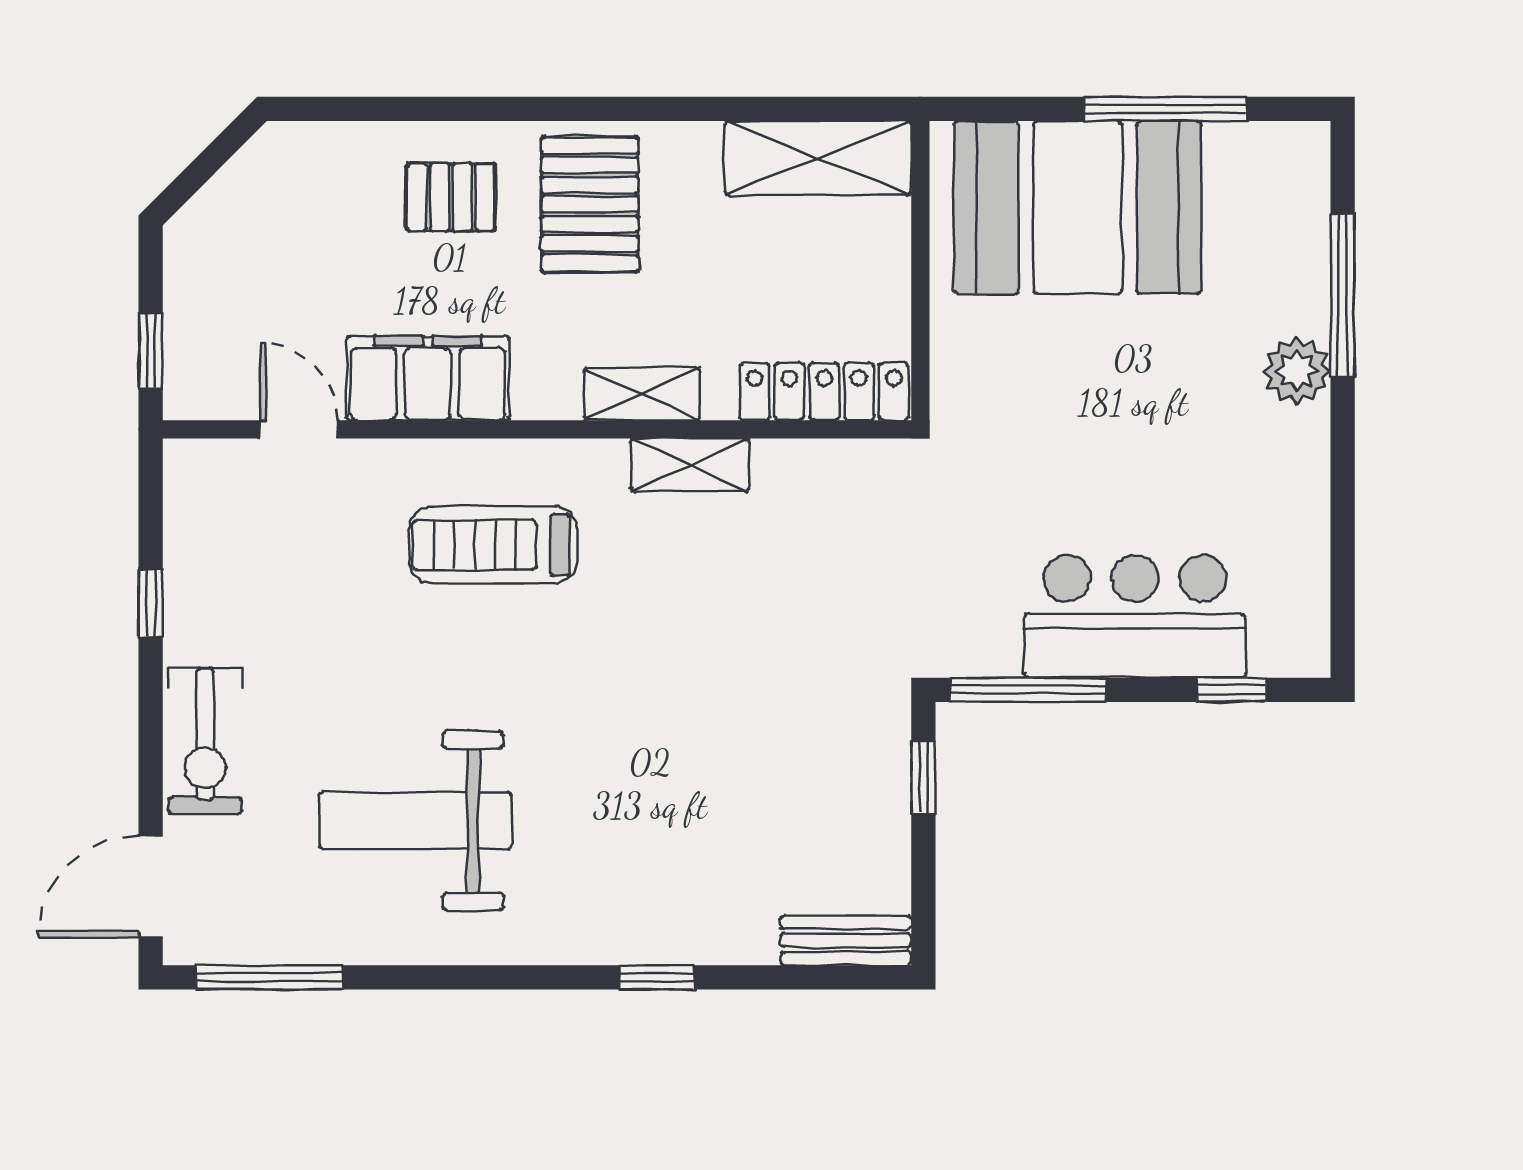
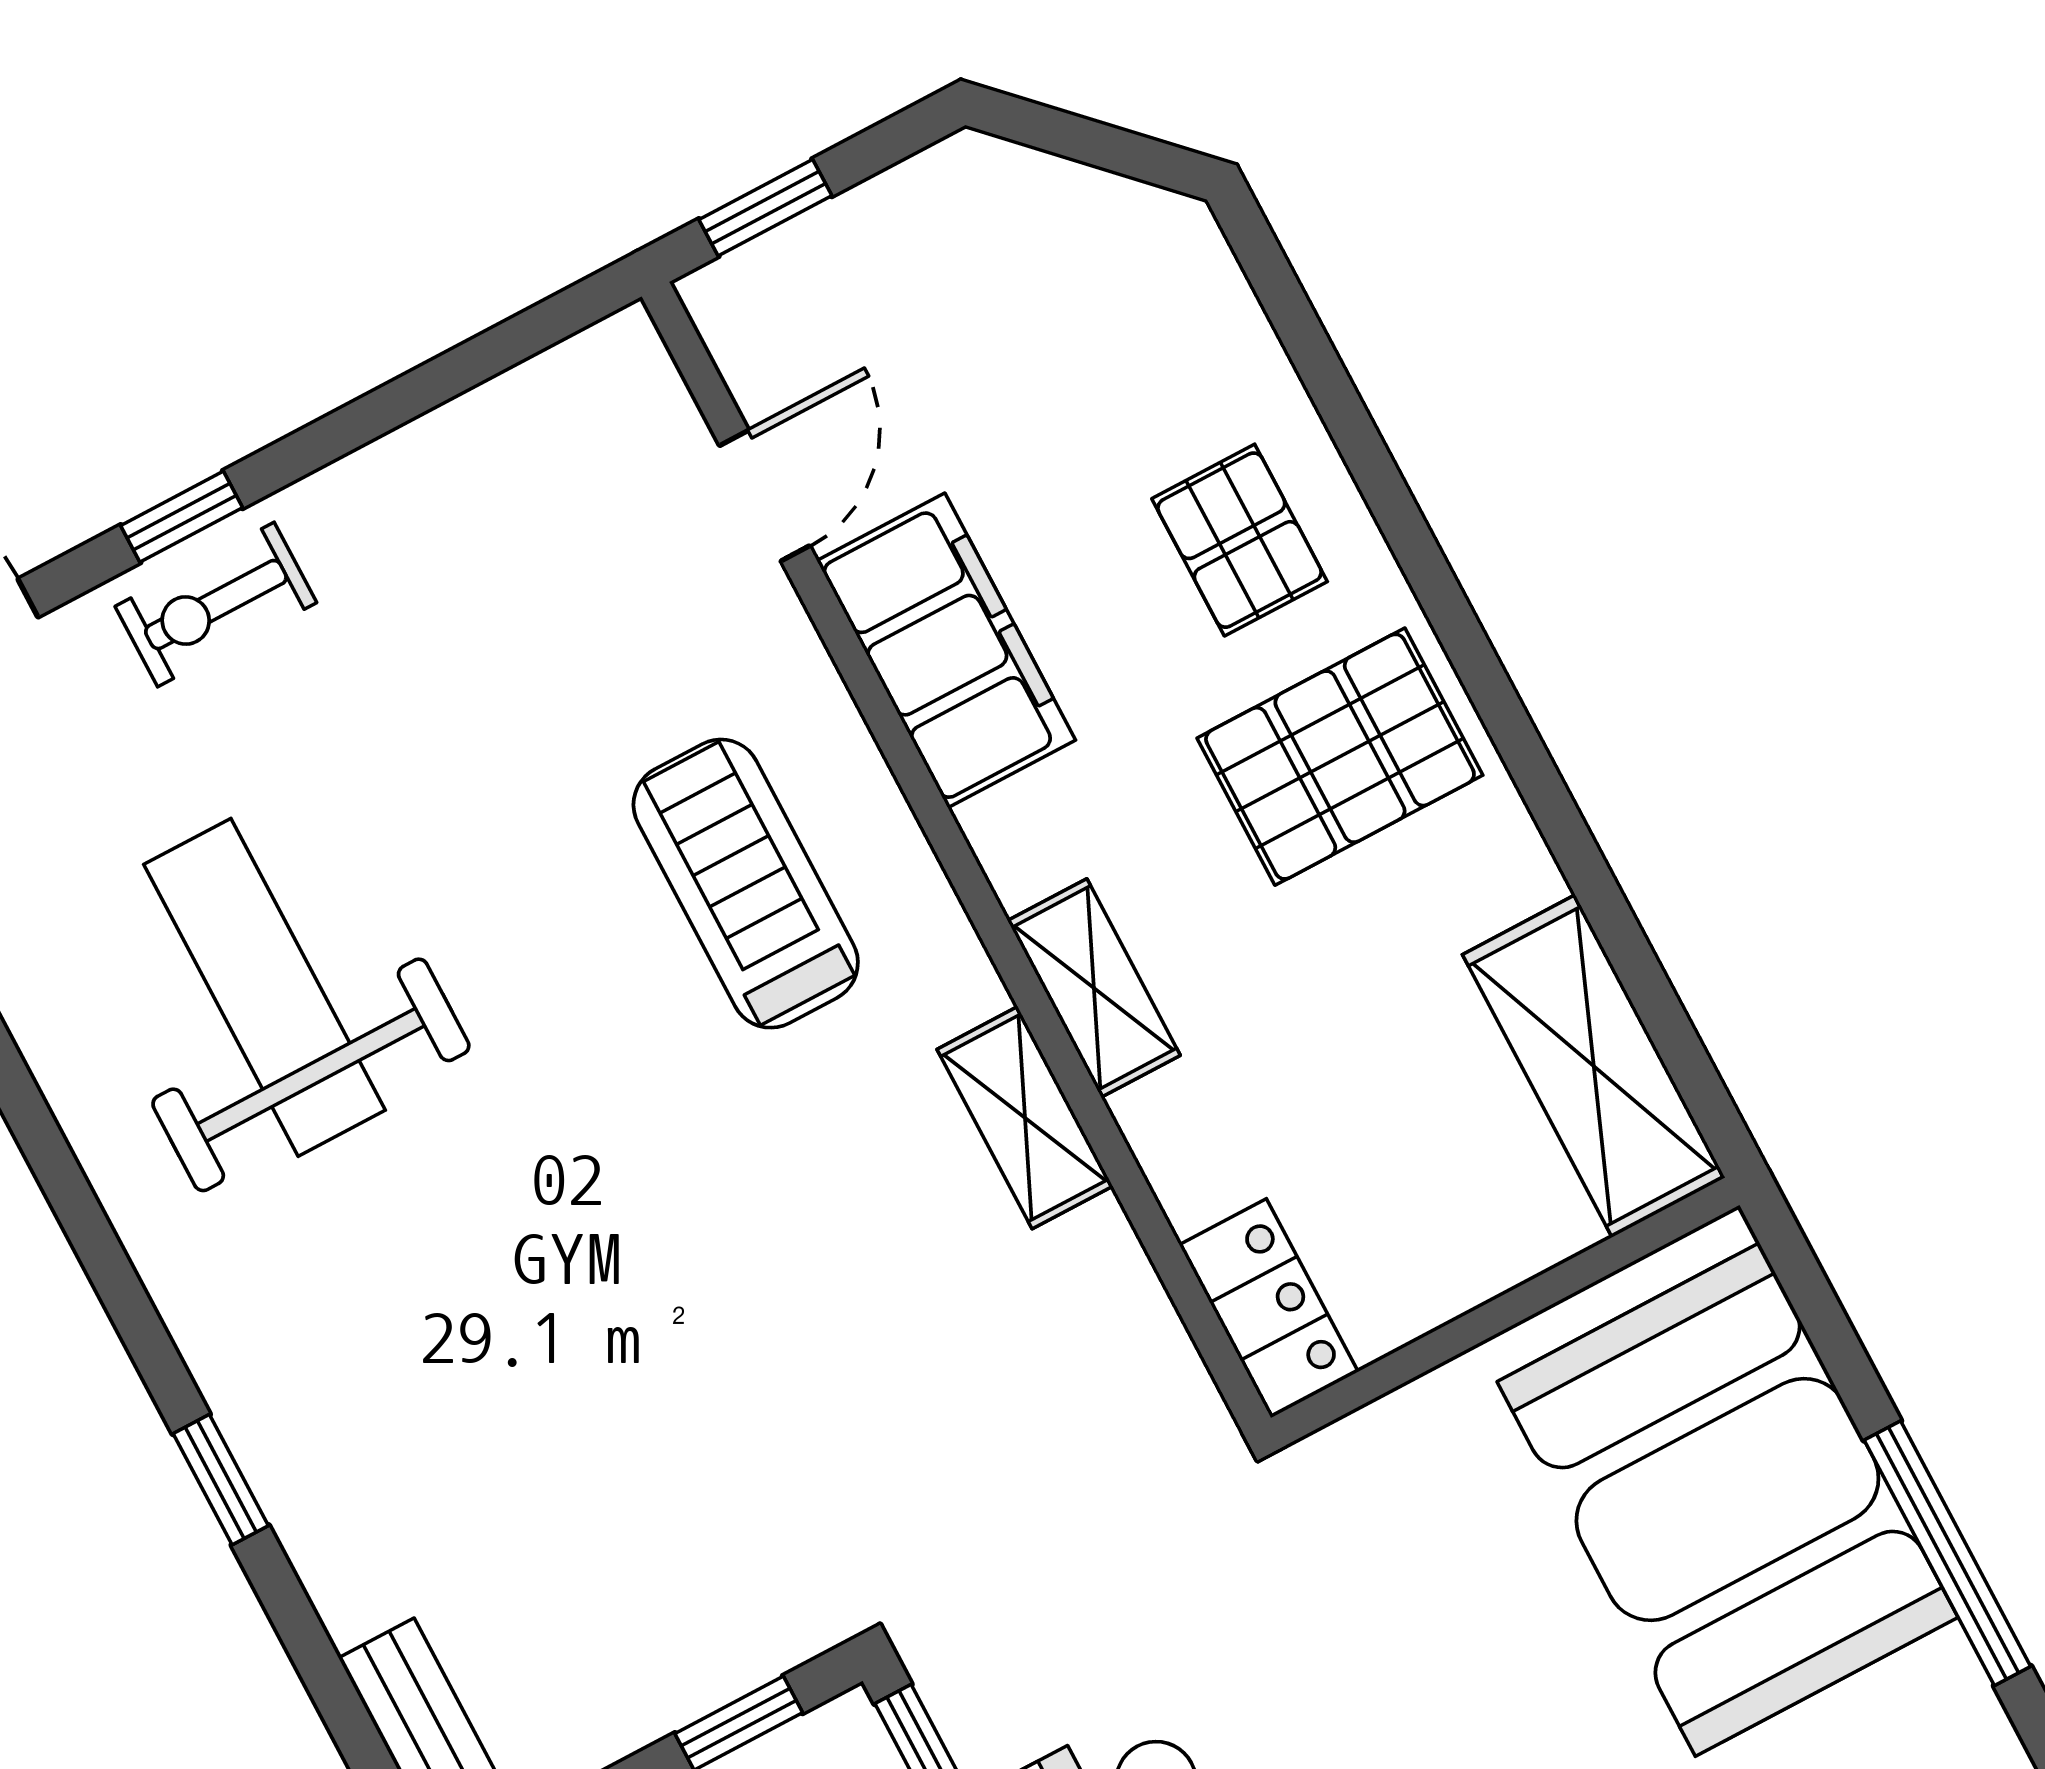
locker: (824, 391) -> (1269, 1308), width x0.66
window: (151, 603) -> (182, 517), moved
exercise bike: (205, 741) -> (216, 605), width x0.73, depth x0.72

